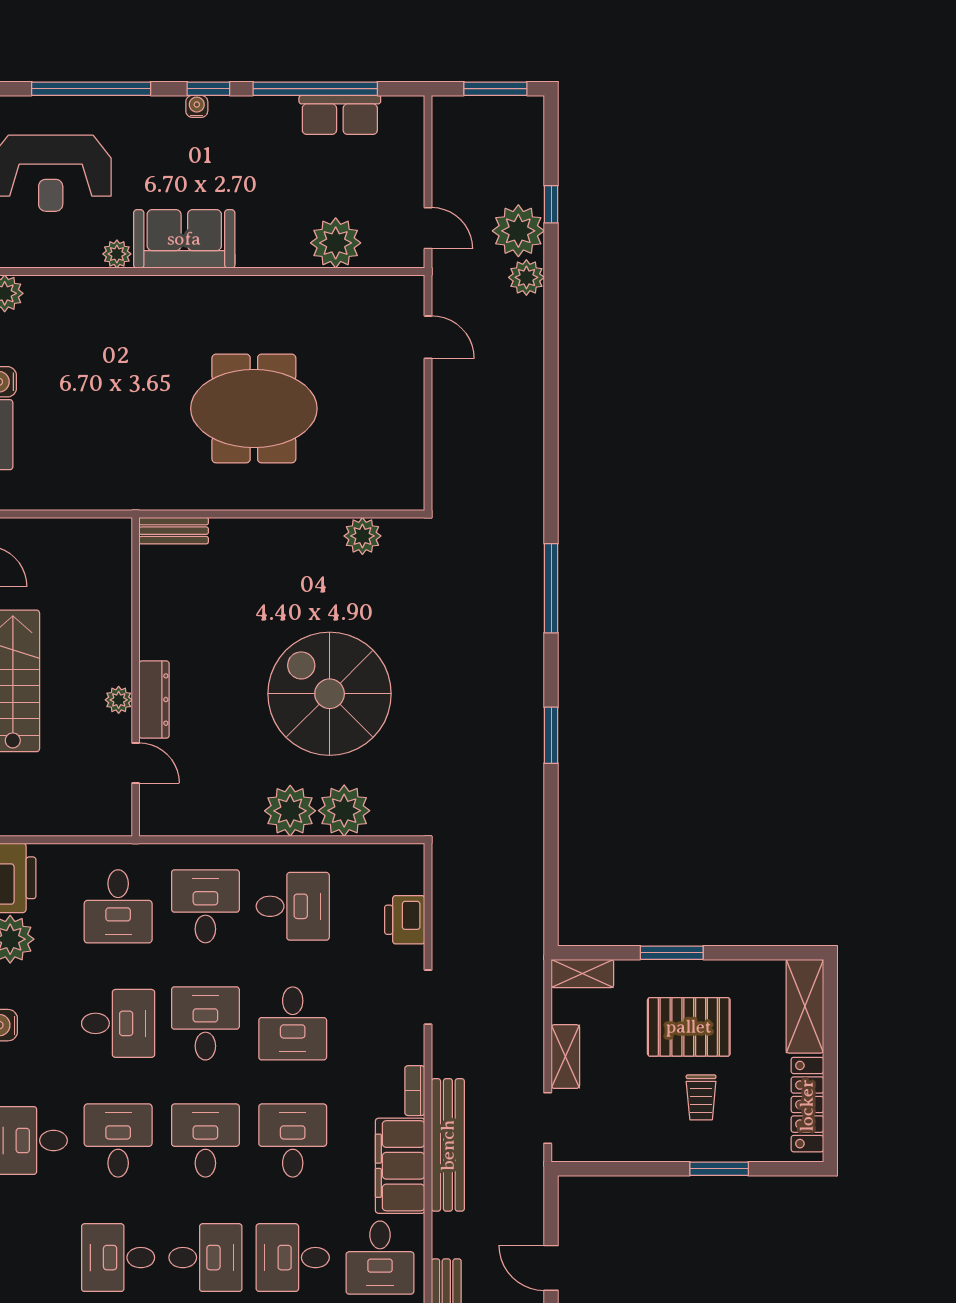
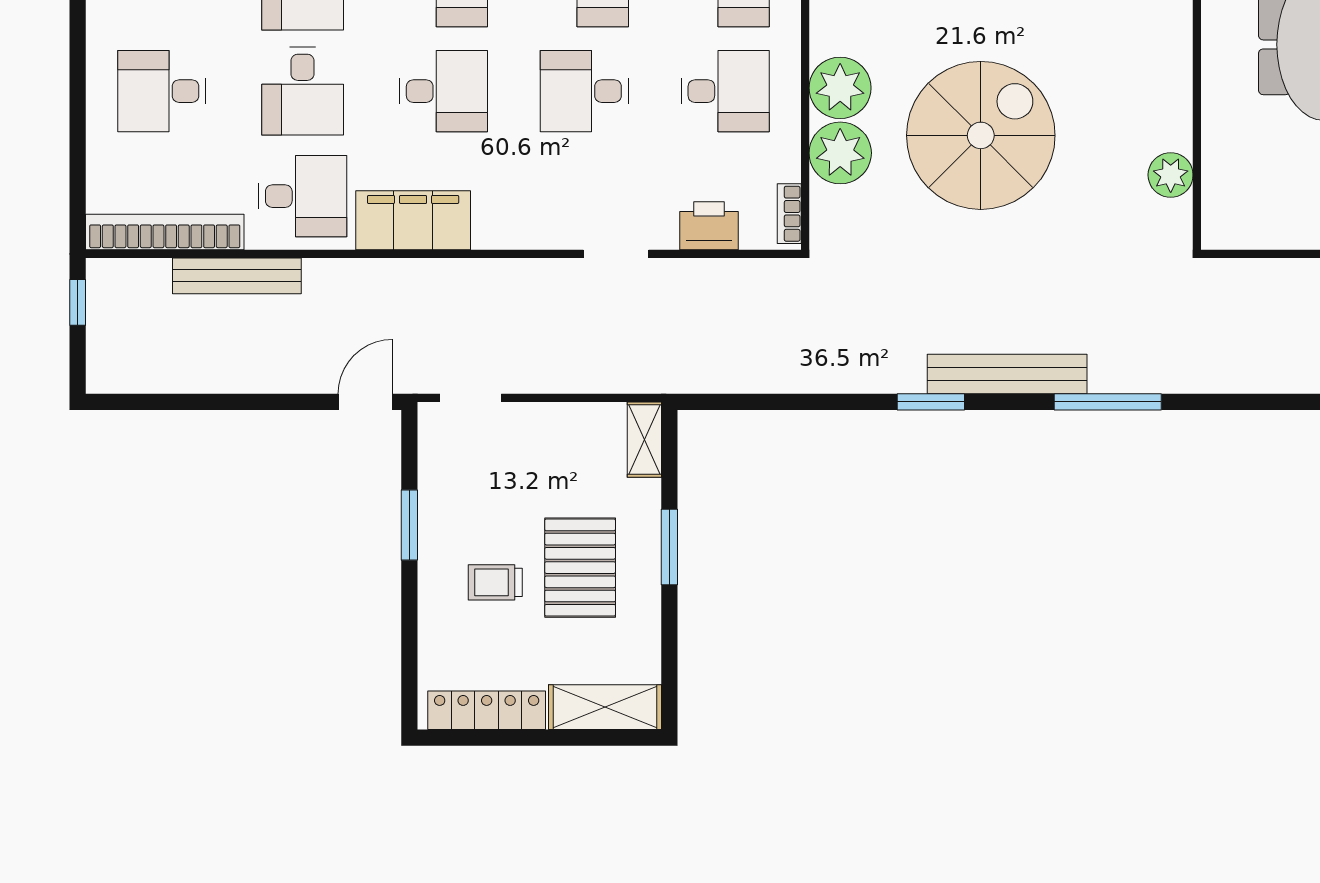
desk: (293, 906) -> (725, 91), turned -90
shelving: (565, 1057) -> (544, 419), removed
bookcase: (415, 1091) -> (789, 214), moved, turned -90
bench: (448, 1145) -> (1007, 374), moved
window: (719, 1169) -> (409, 525), moved
desk: (293, 1258) -> (303, 91), turned 180
desk: (380, 1258) -> (303, 196), turned 180
door: (551, 1268) -> (365, 402), moved

